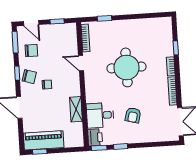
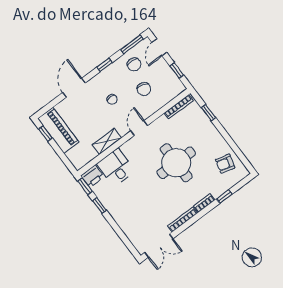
door: (81, 63) -> (139, 128), moved
chair: (29, 77) -> (144, 89), moved
armchair: (133, 115) -> (225, 164), moved

